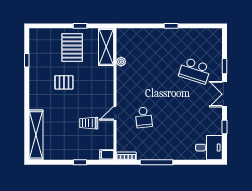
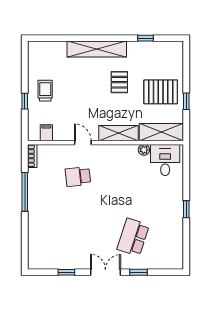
shelving: (107, 83) -> (119, 133), added
trolley: (89, 123) -> (45, 91), moved
shelving: (36, 135) -> (97, 49), moved
desk: (209, 148) -> (165, 160), moved, turned 180
filing cabinet: (107, 155) -> (46, 133), moved

